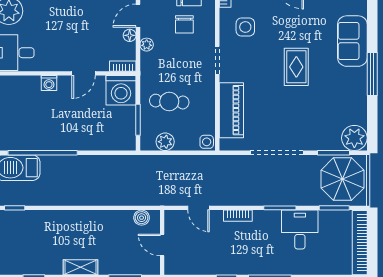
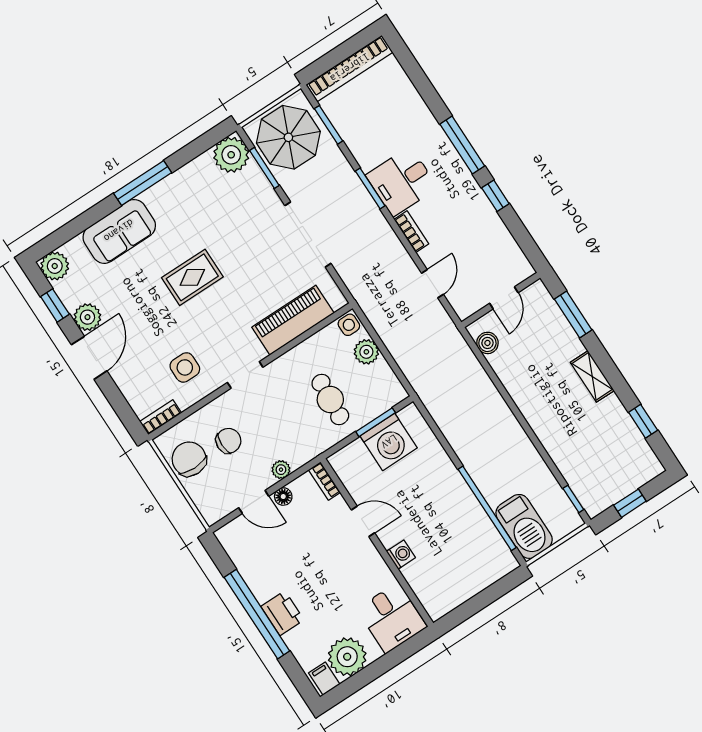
washing machine: (121, 90) -> (389, 442), moved, turned 90
plant: (165, 142) -> (366, 352), moved
desk: (300, 230) -> (402, 181), moved

